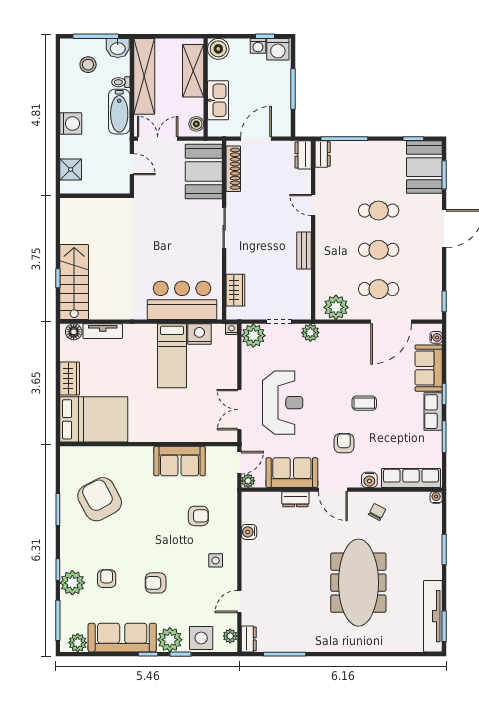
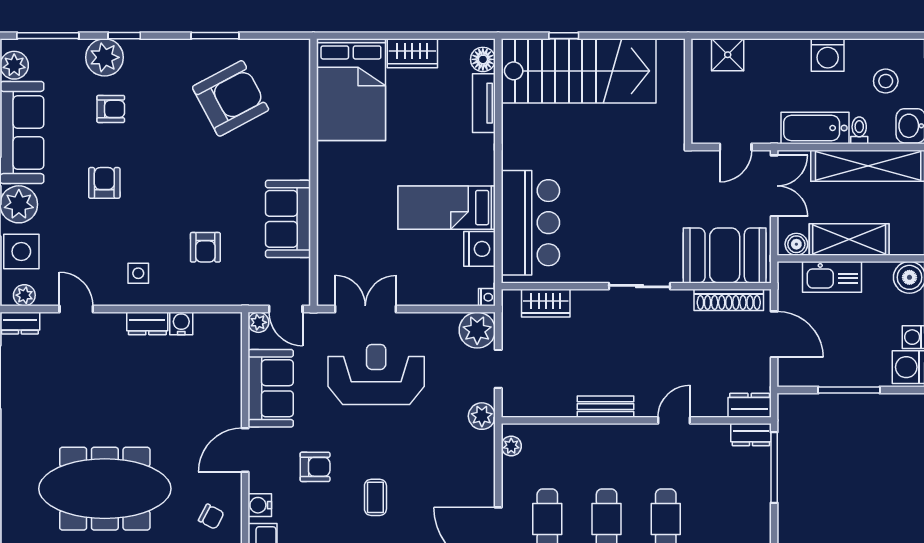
shelving: (193, 71) -> (849, 239), moved
washing machine: (71, 124) -> (828, 55), moved
stairs: (74, 282) -> (579, 71), width x1.36, depth x1.51
plant: (336, 307) -> (511, 446), width x0.53, depth x0.53
reception desk: (283, 403) -> (376, 374), turned 180
dresser: (295, 499) -> (147, 324), moved, turned -90

